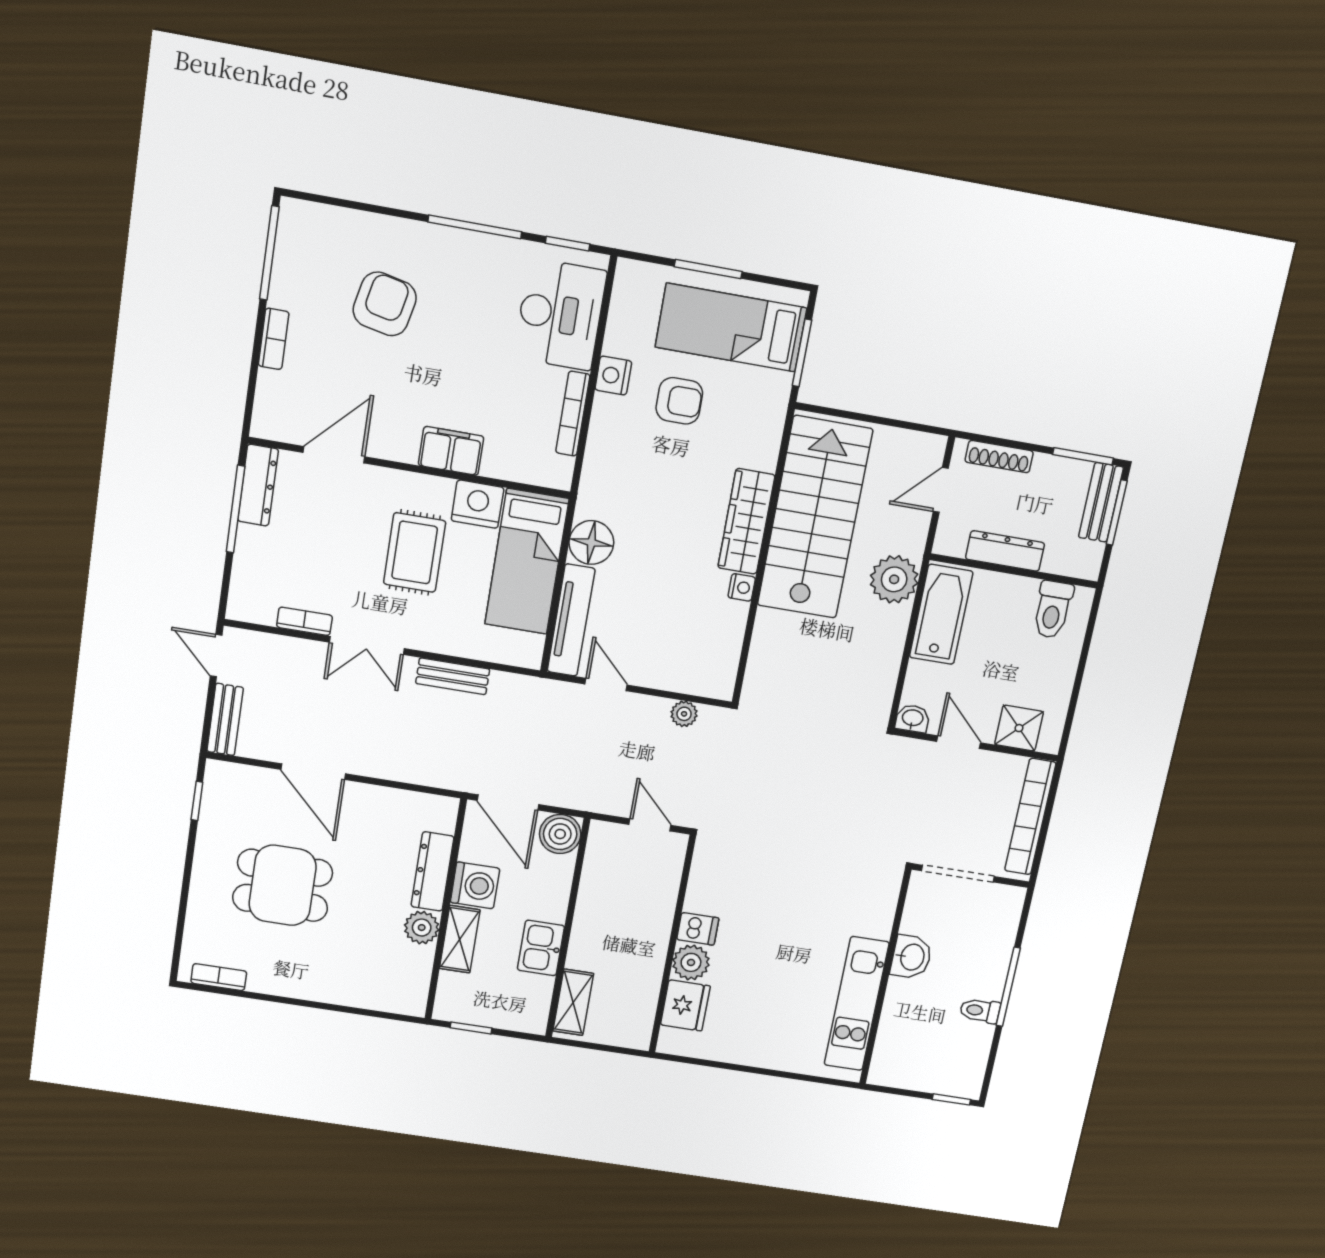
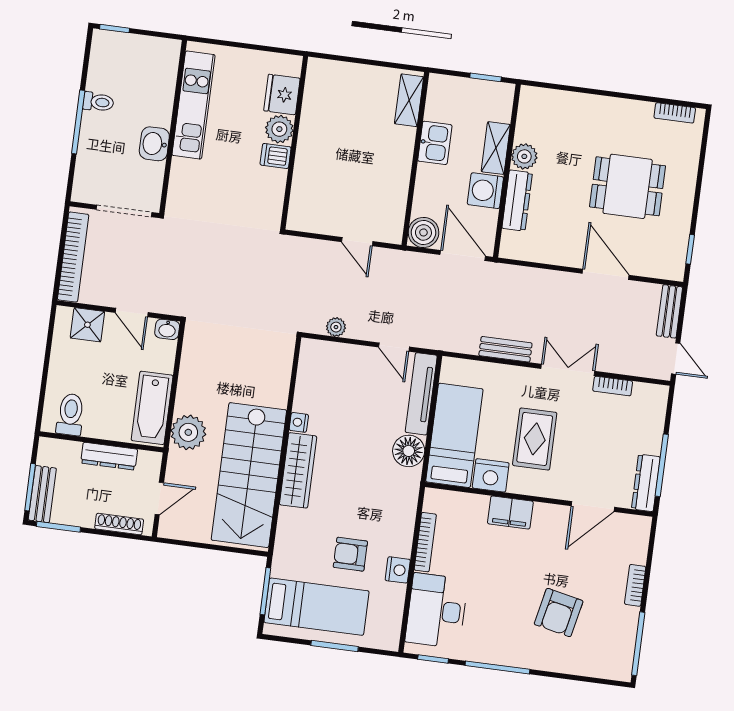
dishwasher: (698, 929) -> (276, 156), moved
wall: (672, 945) -> (294, 143), moved
plant: (691, 962) -> (279, 129), moved
fridge: (685, 1005) -> (282, 94), moved

